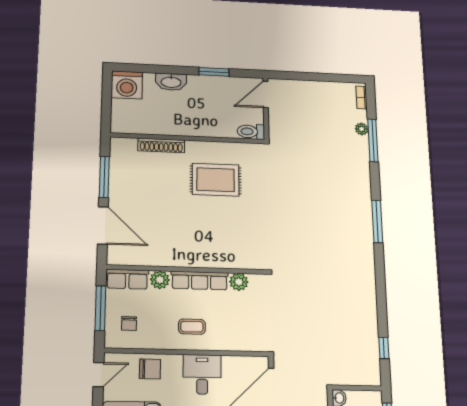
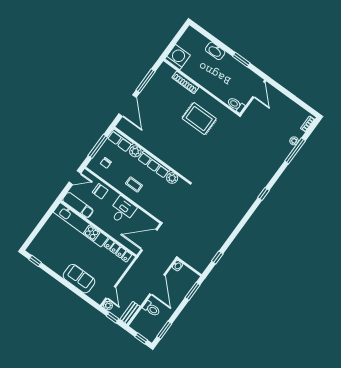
washing machine: (127, 85) -> (178, 57), moved, turned 180
door: (266, 95) -> (259, 90), swing flipped
window: (377, 221) -> (264, 194), width x0.46

